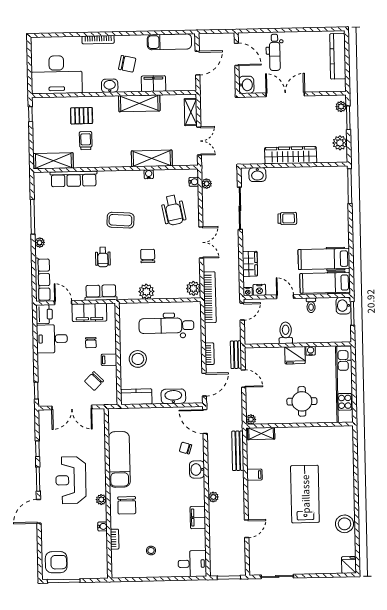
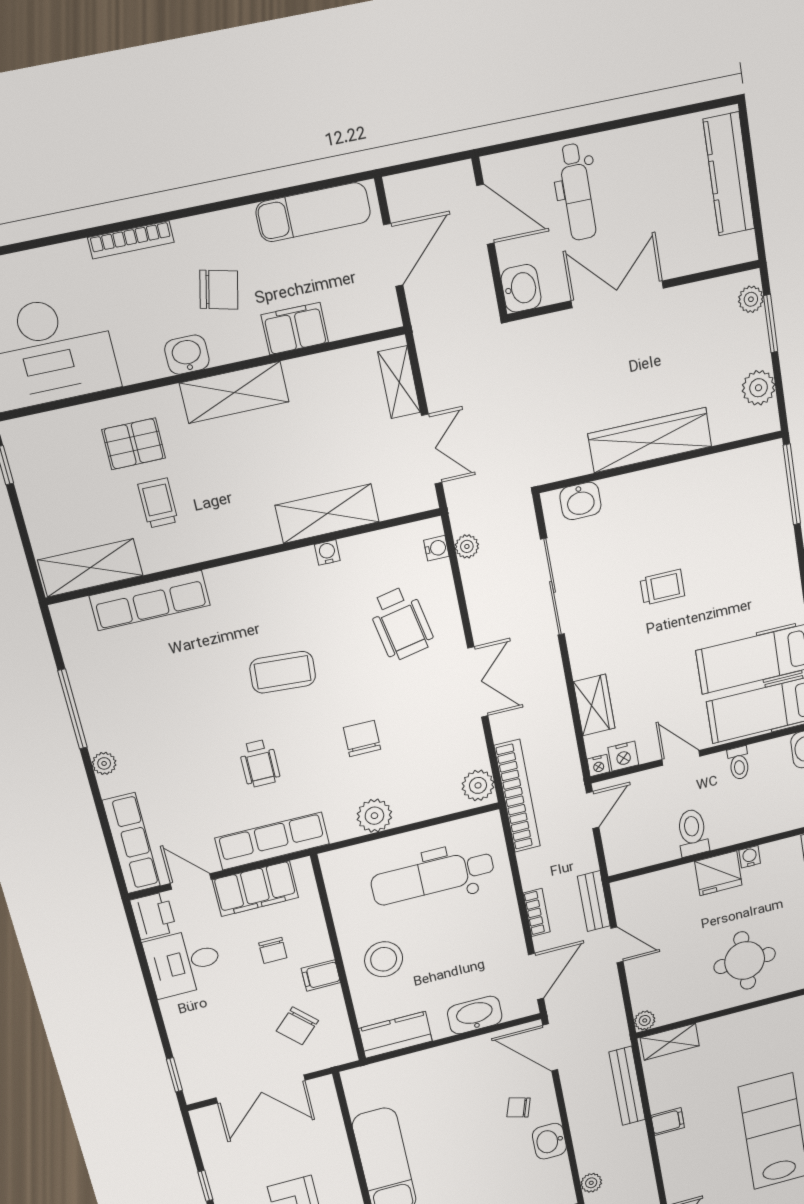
shelving: (139, 103) -> (234, 392), moved
row of seats: (101, 293) -> (272, 841), width x1.48

